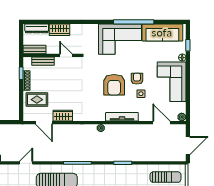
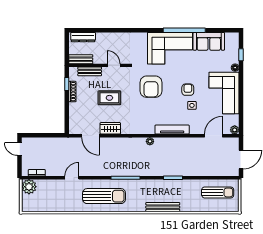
wardrobe: (59, 30) -> (107, 38), removed
sofa: (162, 32) -> (209, 41), width x0.73
armchair: (114, 85) -> (151, 87), moved
rug: (37, 100) -> (109, 98), moved
door: (162, 123) -> (214, 136), hinge flipped

